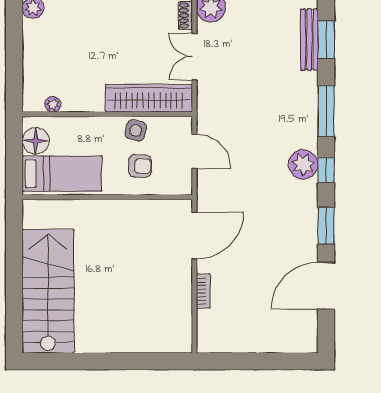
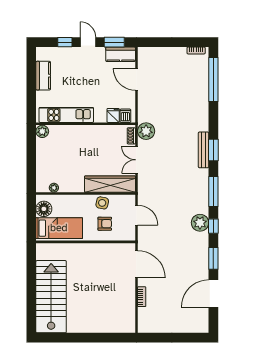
door: (194, 236) -> (136, 264), hinge flipped

